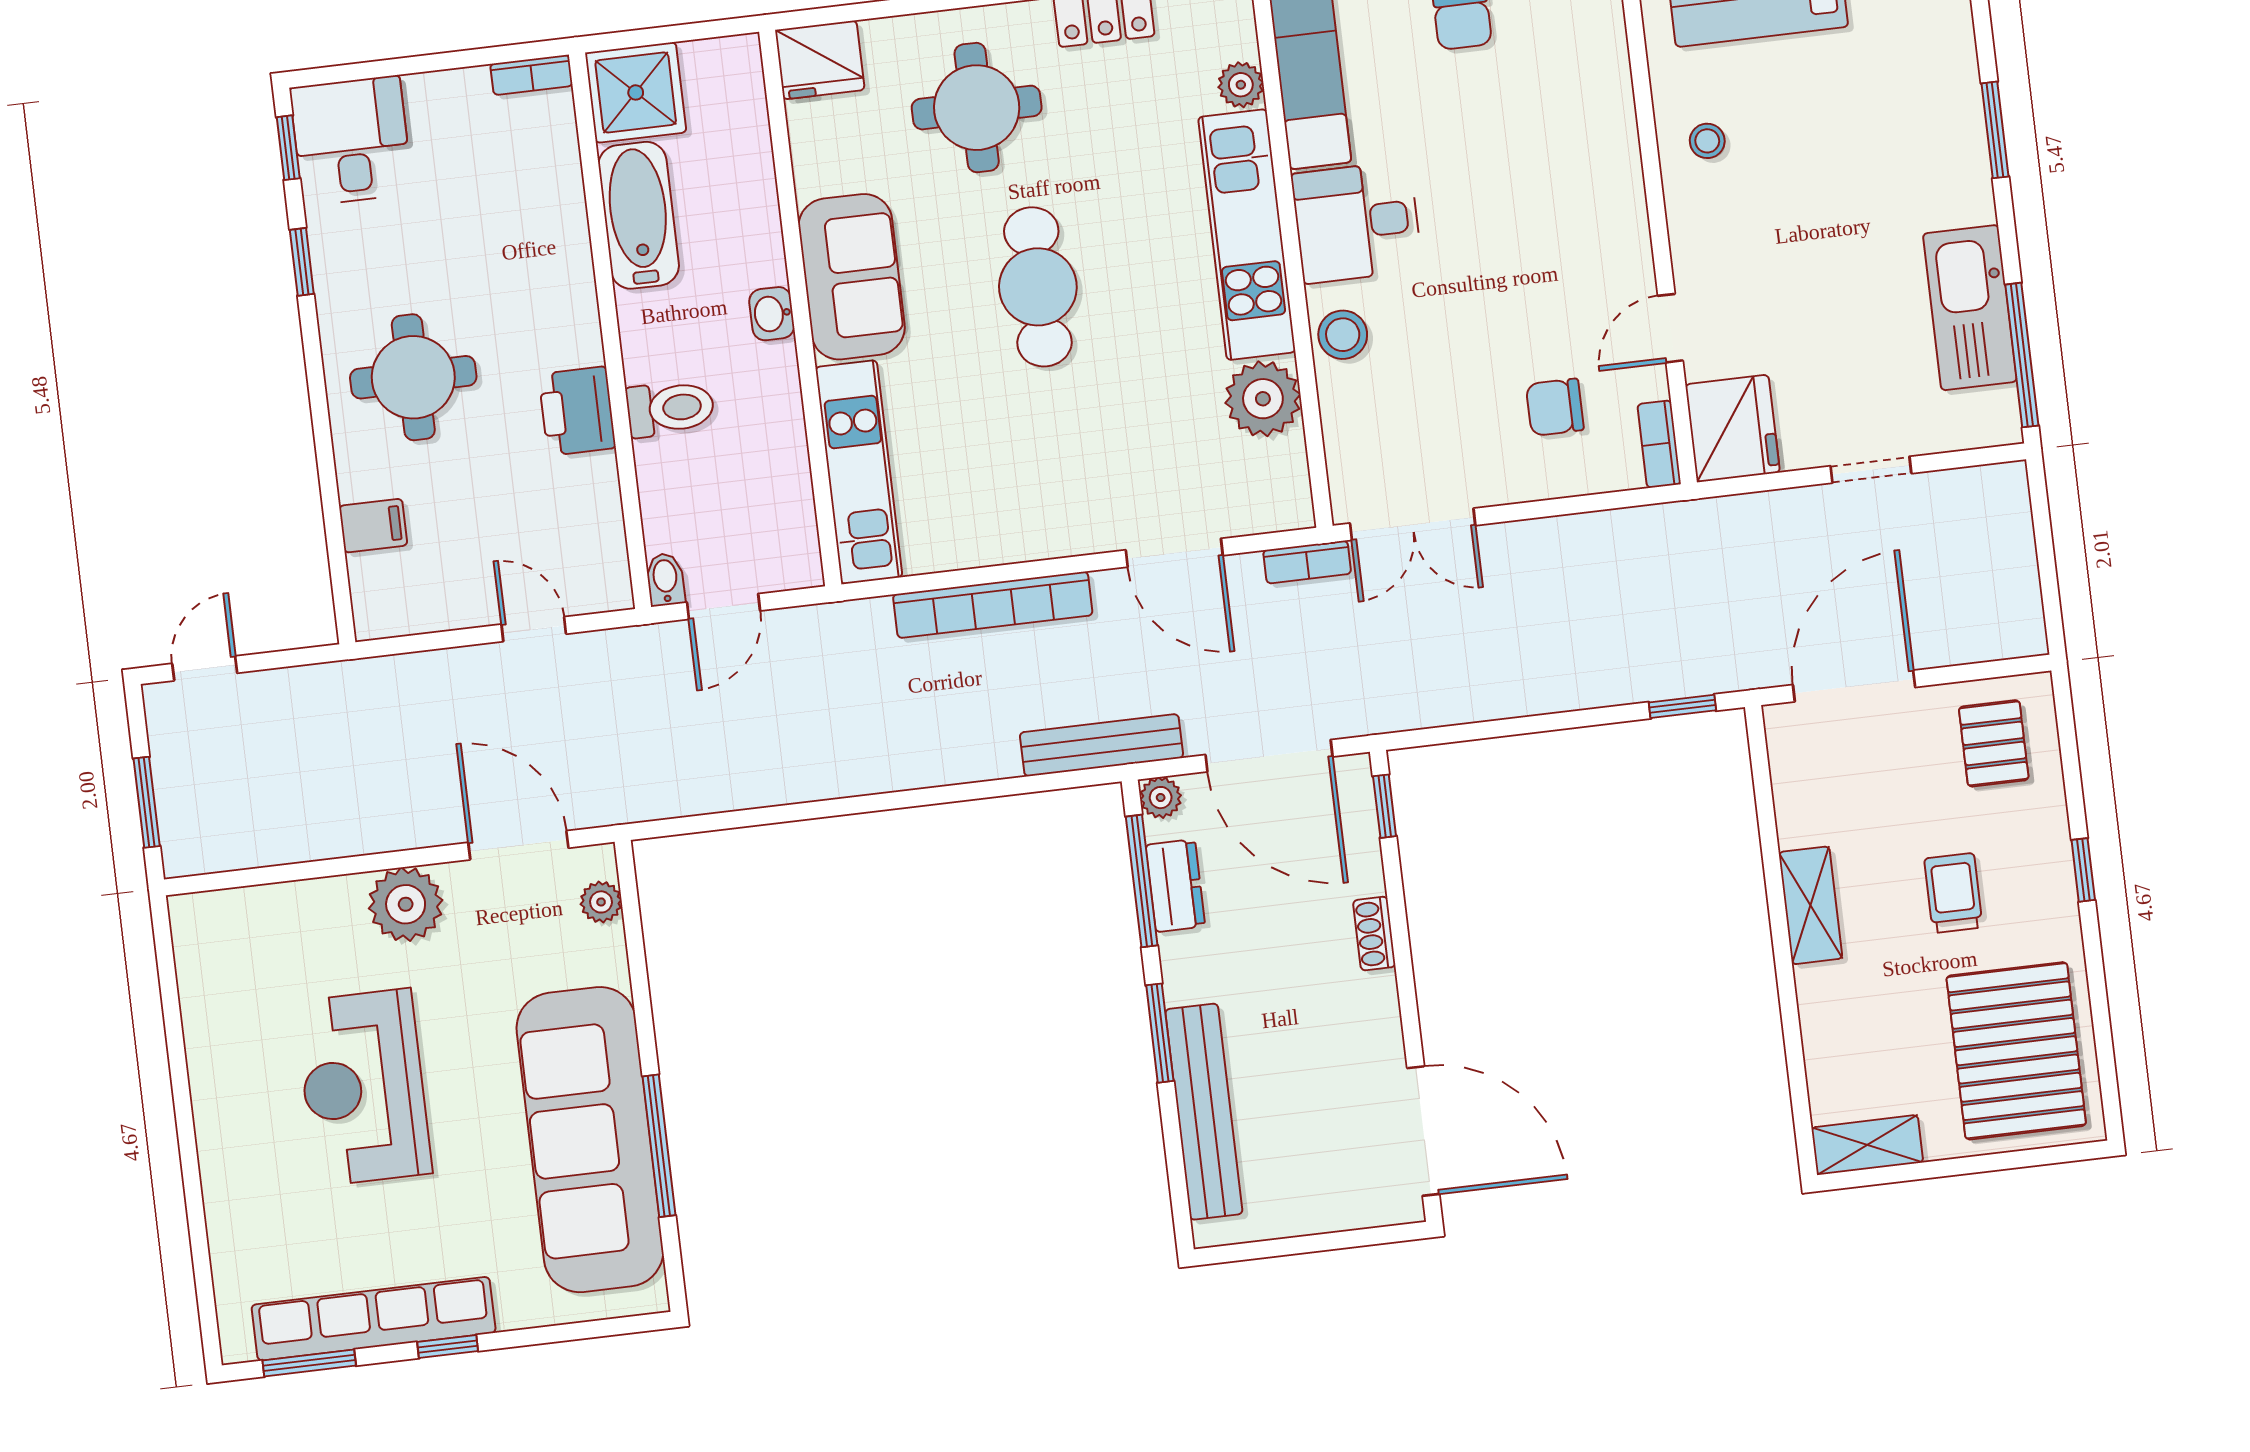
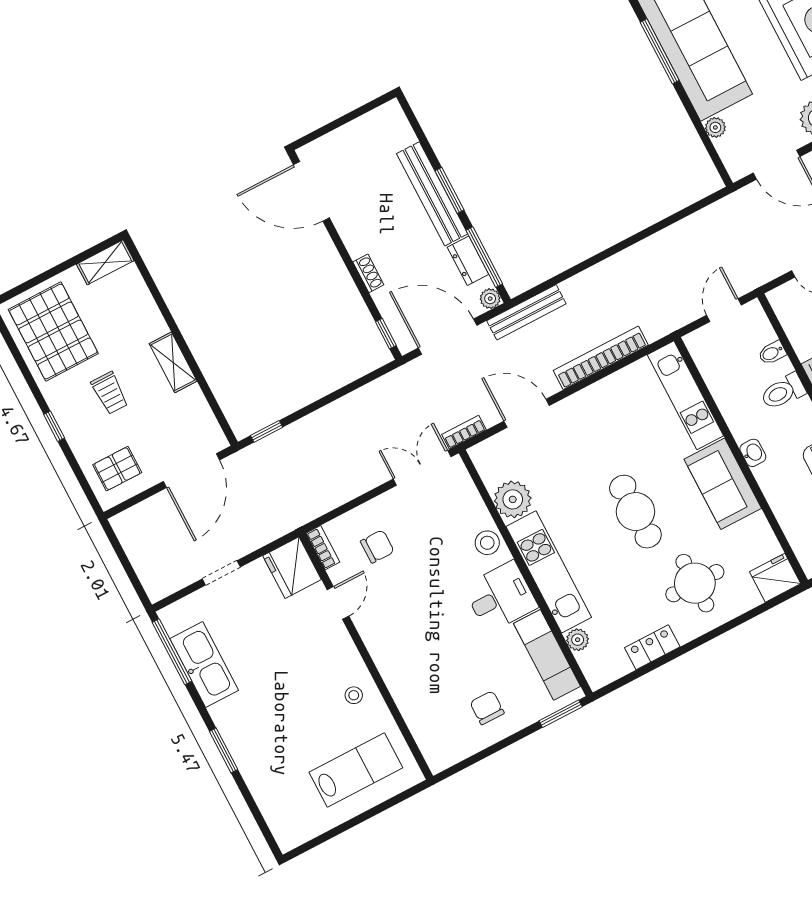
bidet: (665, 579) -> (772, 353), moved, turned 90
pallet: (1994, 743) -> (117, 469), turned 90
plant: (601, 902) -> (715, 127), moved
bench: (1204, 1112) -> (432, 194), moved

